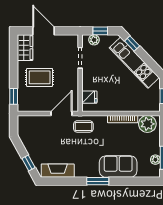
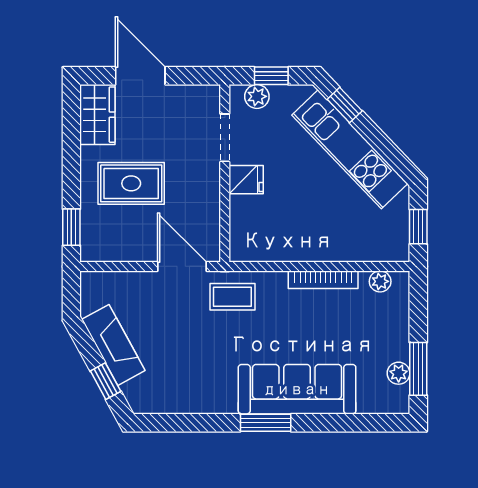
fridge: (89, 97) -> (246, 180), moved
door: (62, 113) -> (182, 266), hinge flipped
plant: (147, 124) -> (380, 281), width x0.53, depth x0.53
sofa: (118, 167) -> (297, 389), width x1.36
fireplace: (58, 171) -> (113, 345), moved, turned 61

